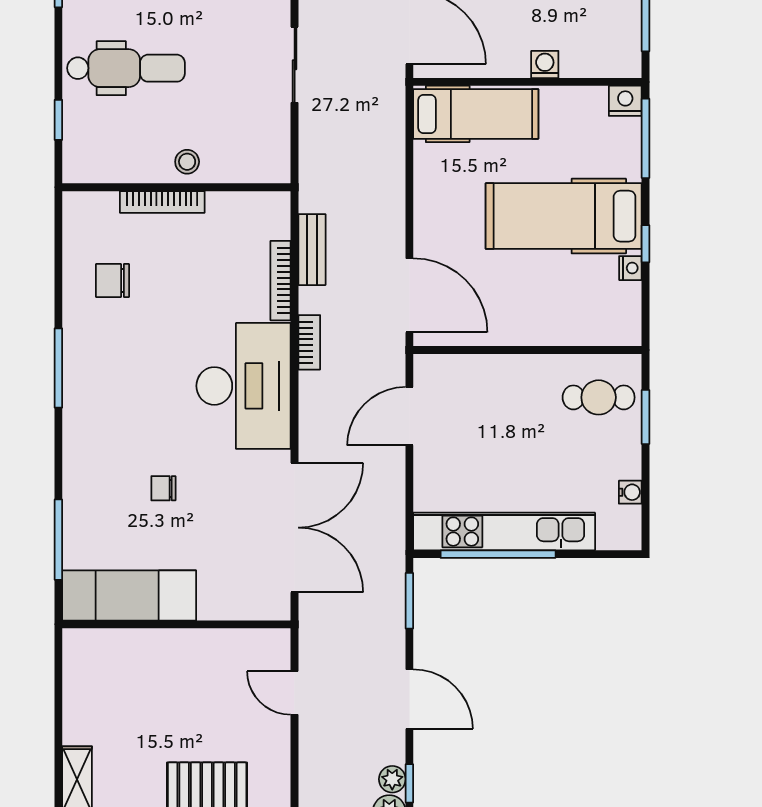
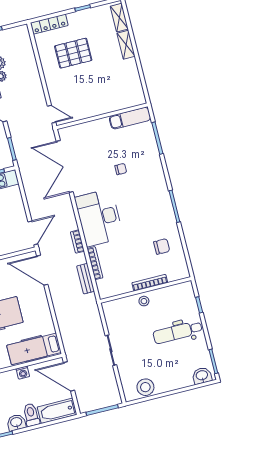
washing machine: (545, 64) -> (23, 373), moved
door: (409, 416) -> (33, 233), moved
exam couch: (129, 595) -> (130, 118), width x0.73, depth x0.69
door: (295, 693) -> (52, 114), moved

